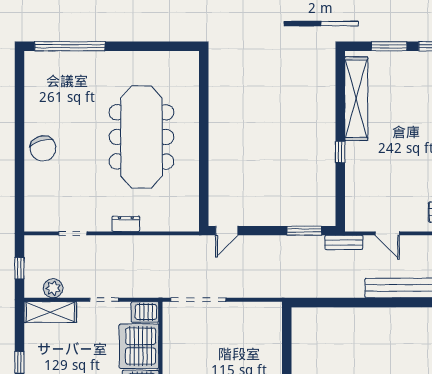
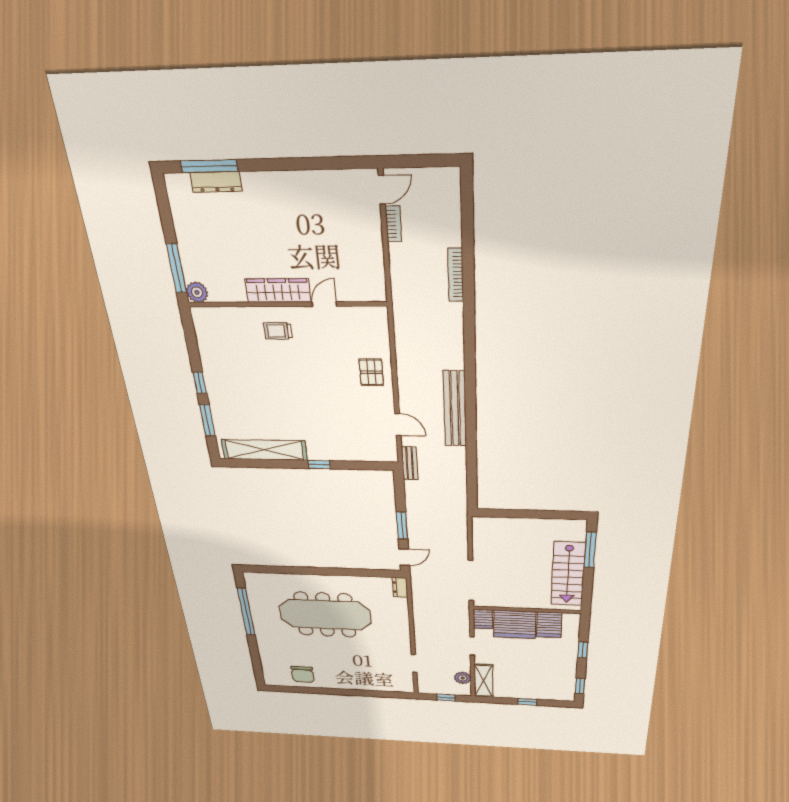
window: (70, 46) -> (246, 612), moved
chair: (43, 148) -> (303, 674), moved, turned 107
dresser: (126, 224) -> (400, 587), moved
door: (227, 231) -> (404, 557), hinge flipped
window: (304, 231) -> (402, 526), moved
door: (387, 233) -> (398, 425), hinge flipped

